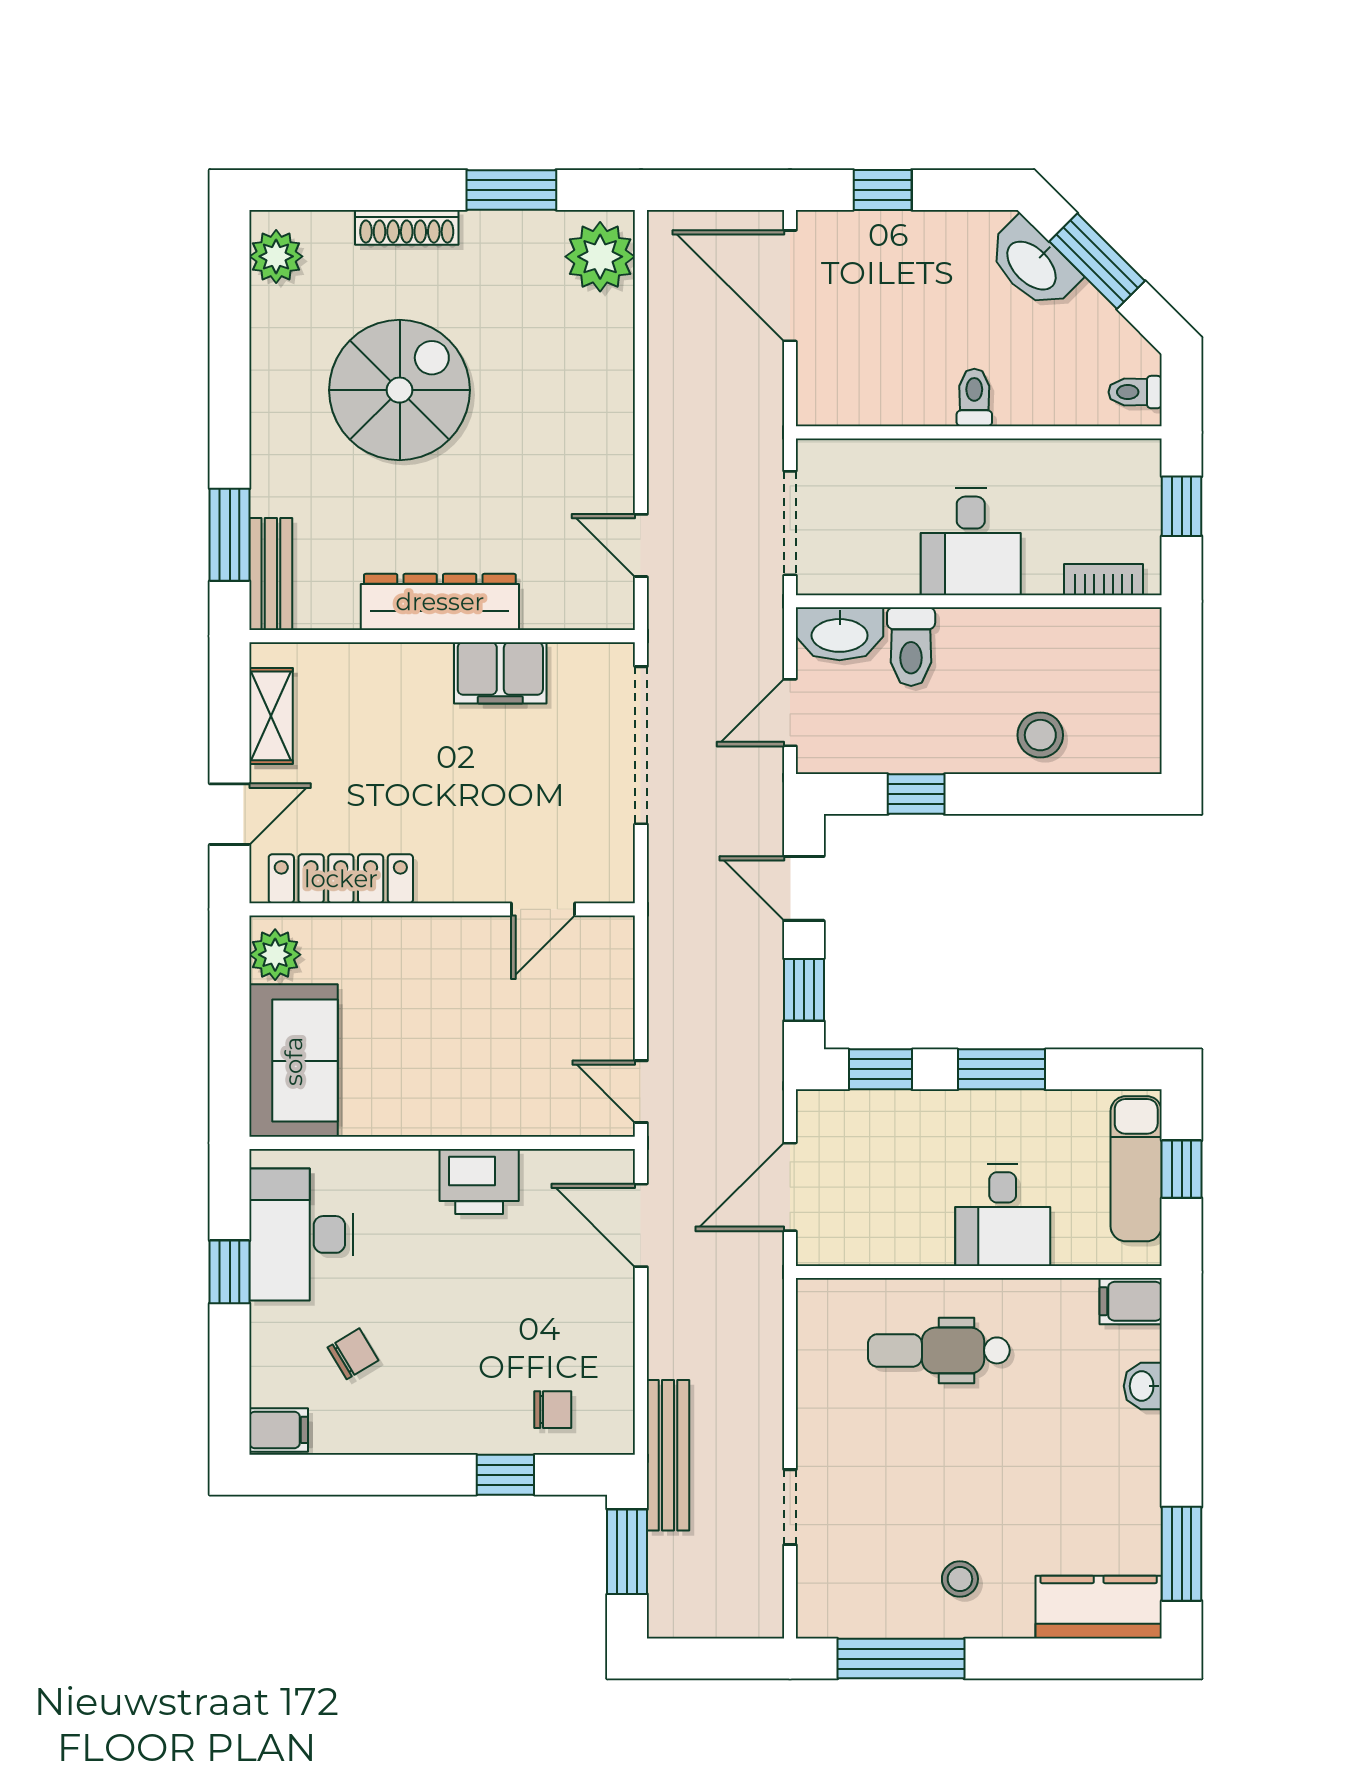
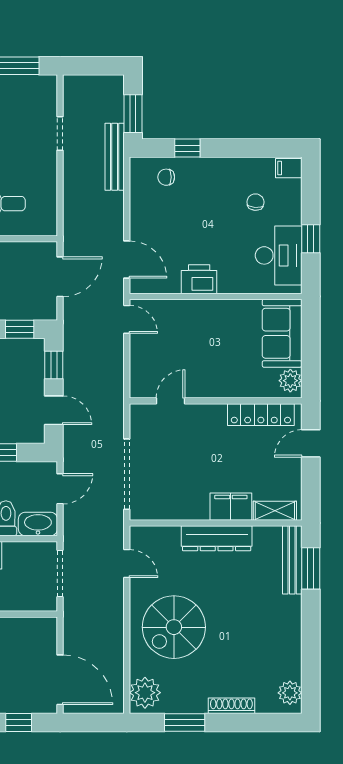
spiral stairs: (400, 390) -> (174, 627), moved
bench: (271, 574) -> (292, 560), width x1.36
filing cabinet: (500, 673) -> (231, 507), moved
shelving: (271, 716) -> (275, 511), moved, turned 90
chair: (353, 1354) -> (255, 202), turned 126

